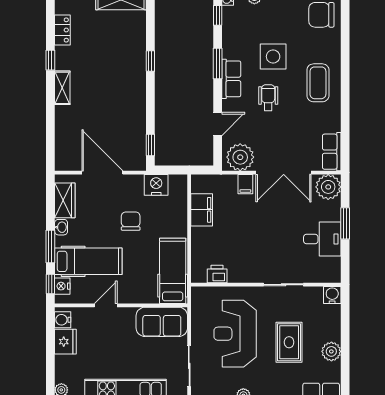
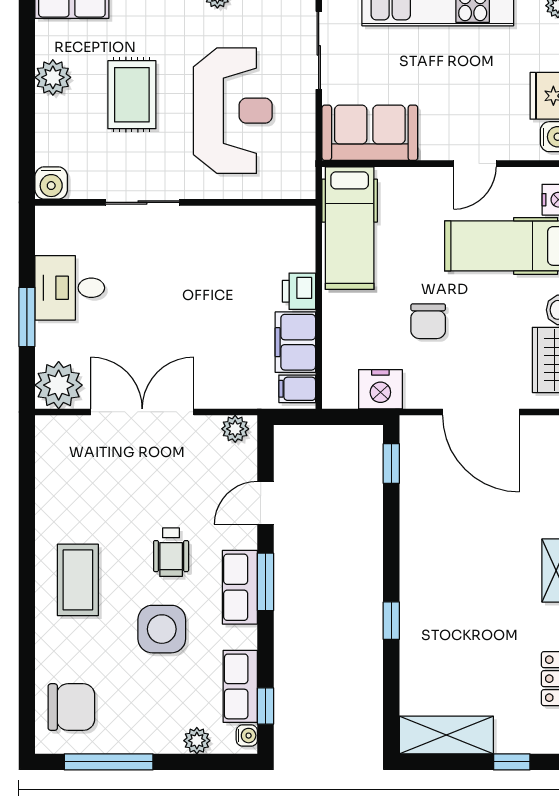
window: (218, 63) -> (266, 582), moved
row of seats: (332, 152) -> (240, 686), moved, turned 180
plant: (240, 157) -> (235, 429), width x0.53, depth x0.53
filing cabinet: (245, 184) -> (297, 389), moved, turned -90
printer: (217, 274) -> (299, 291), moved, turned 90

